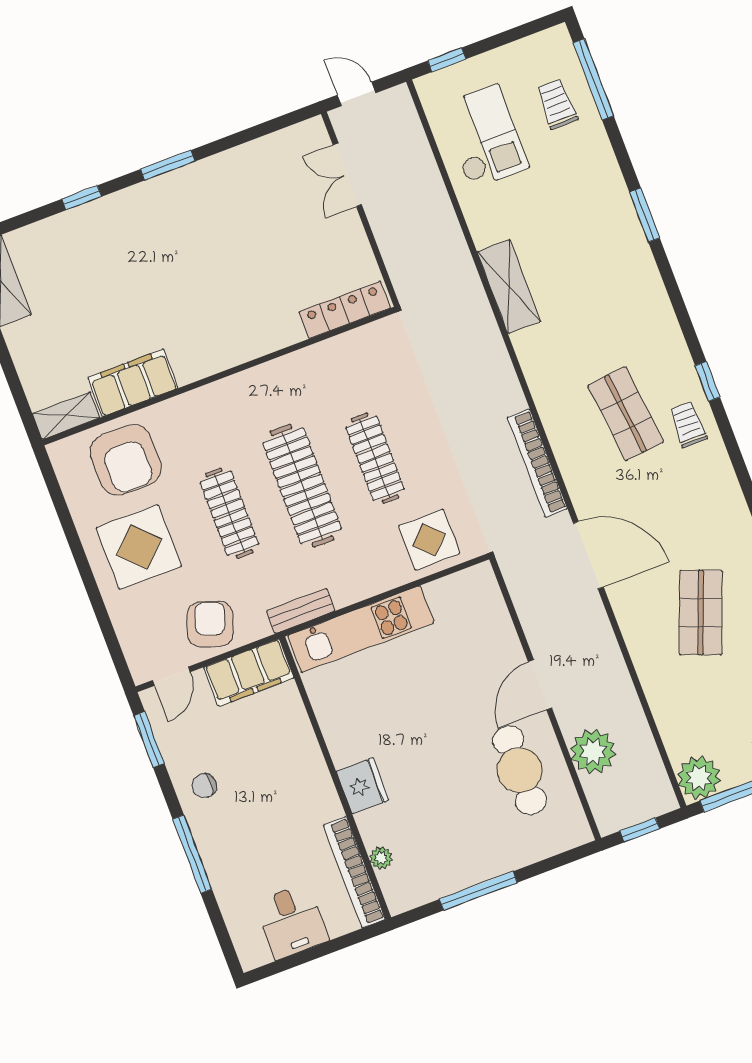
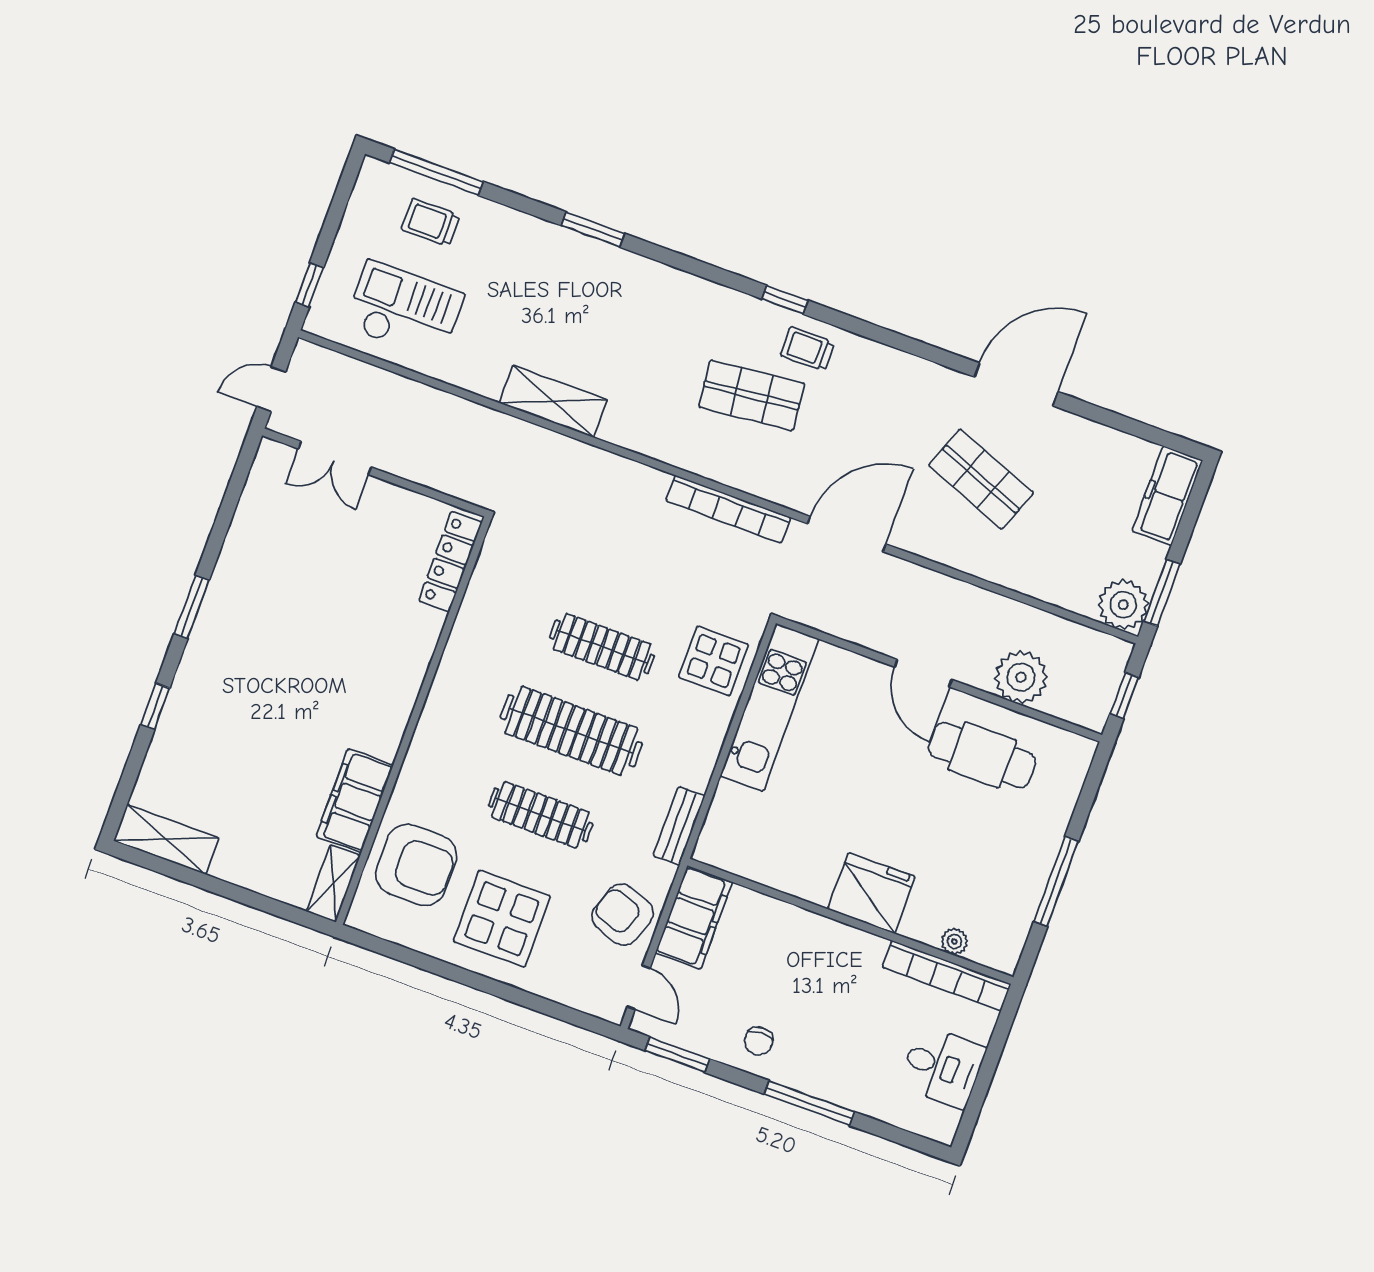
kitchen unit: (361, 629) -> (769, 707), moved
fridge: (363, 786) -> (871, 893), width x1.36, depth x1.34

